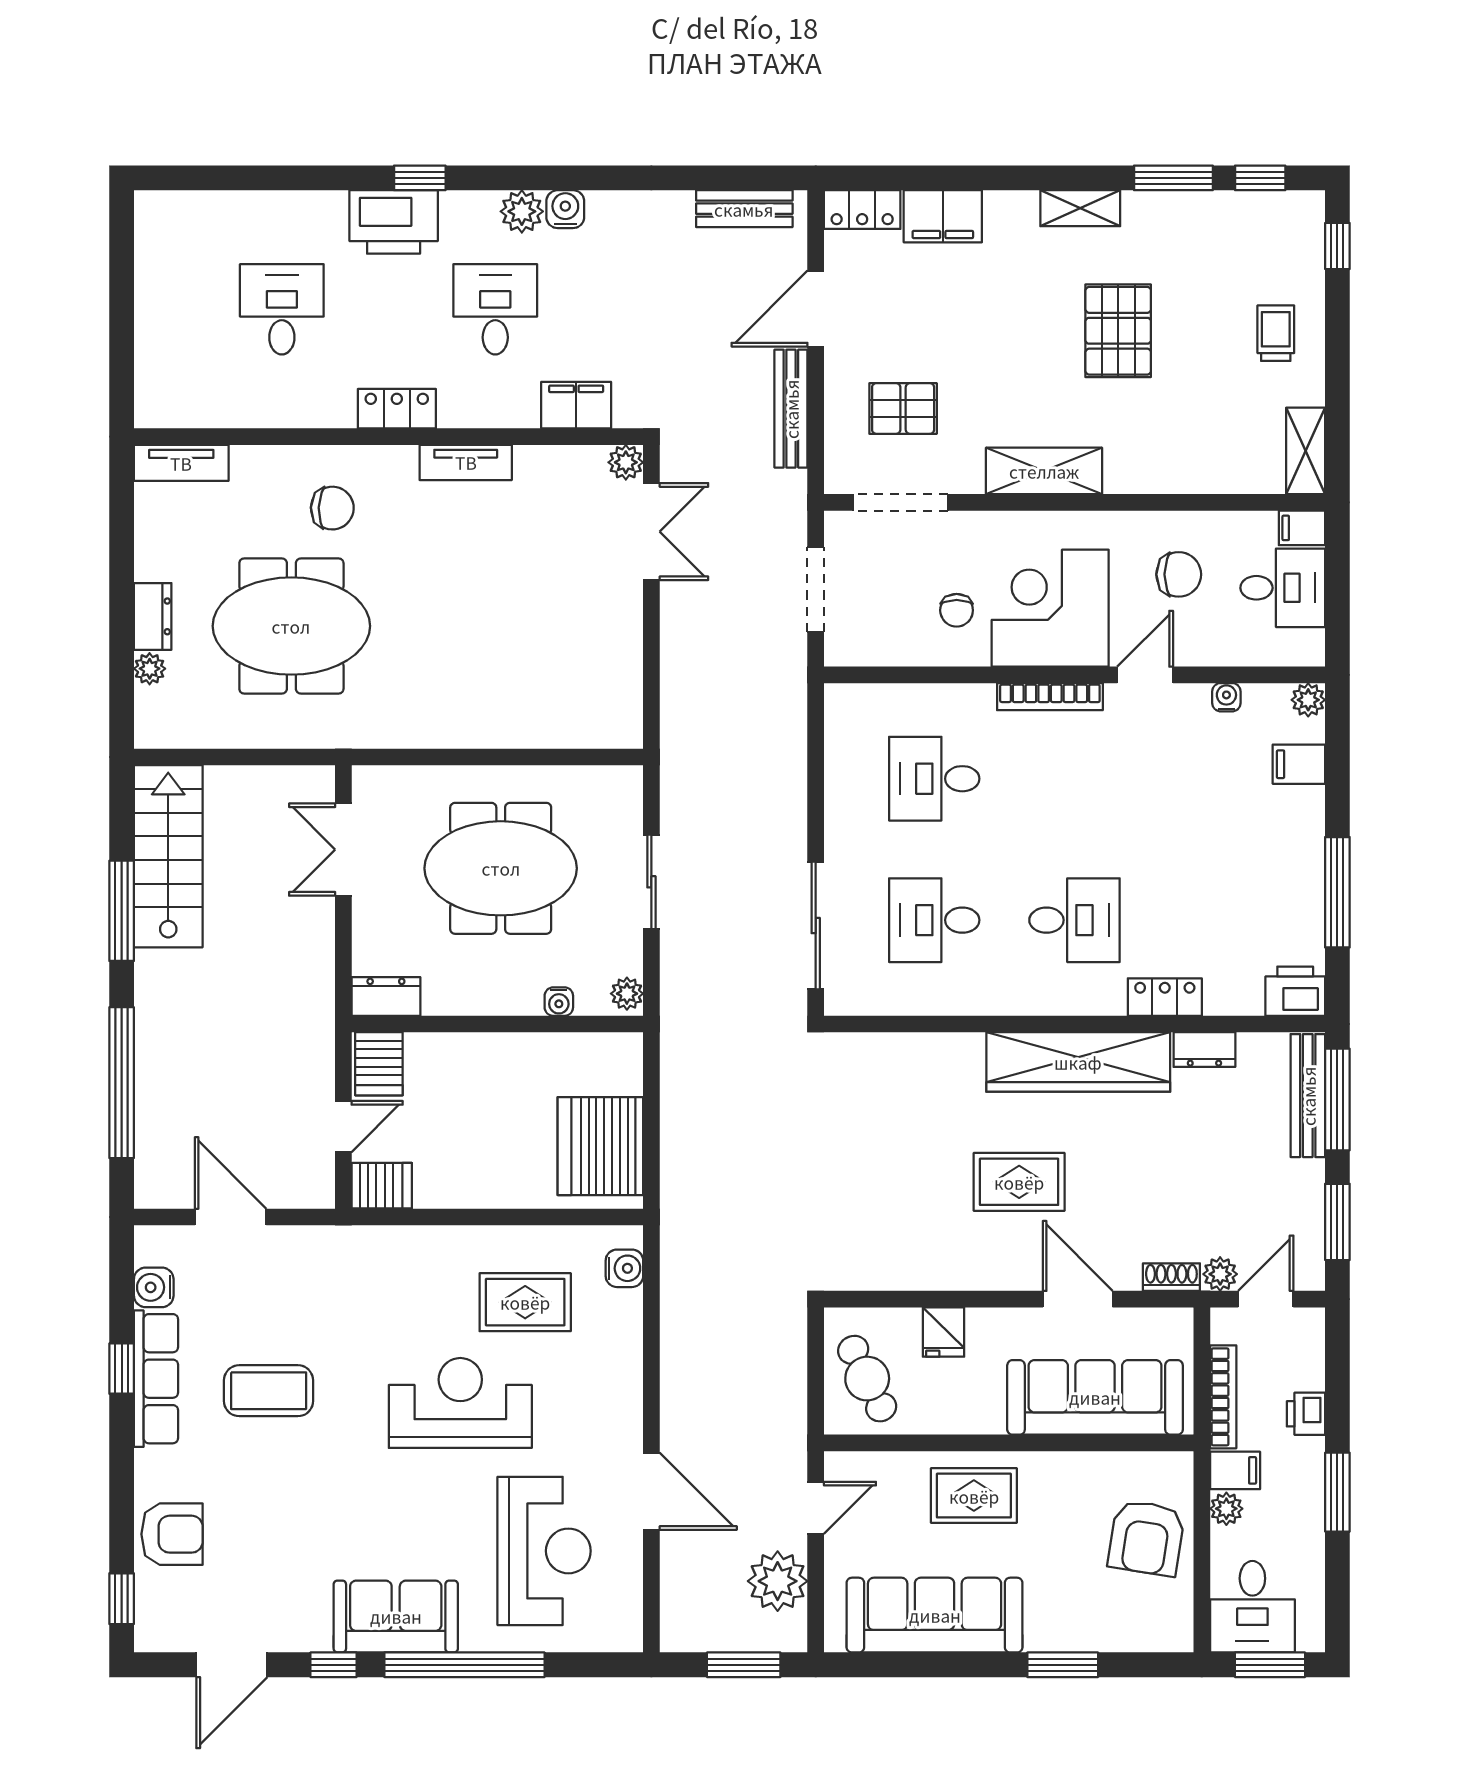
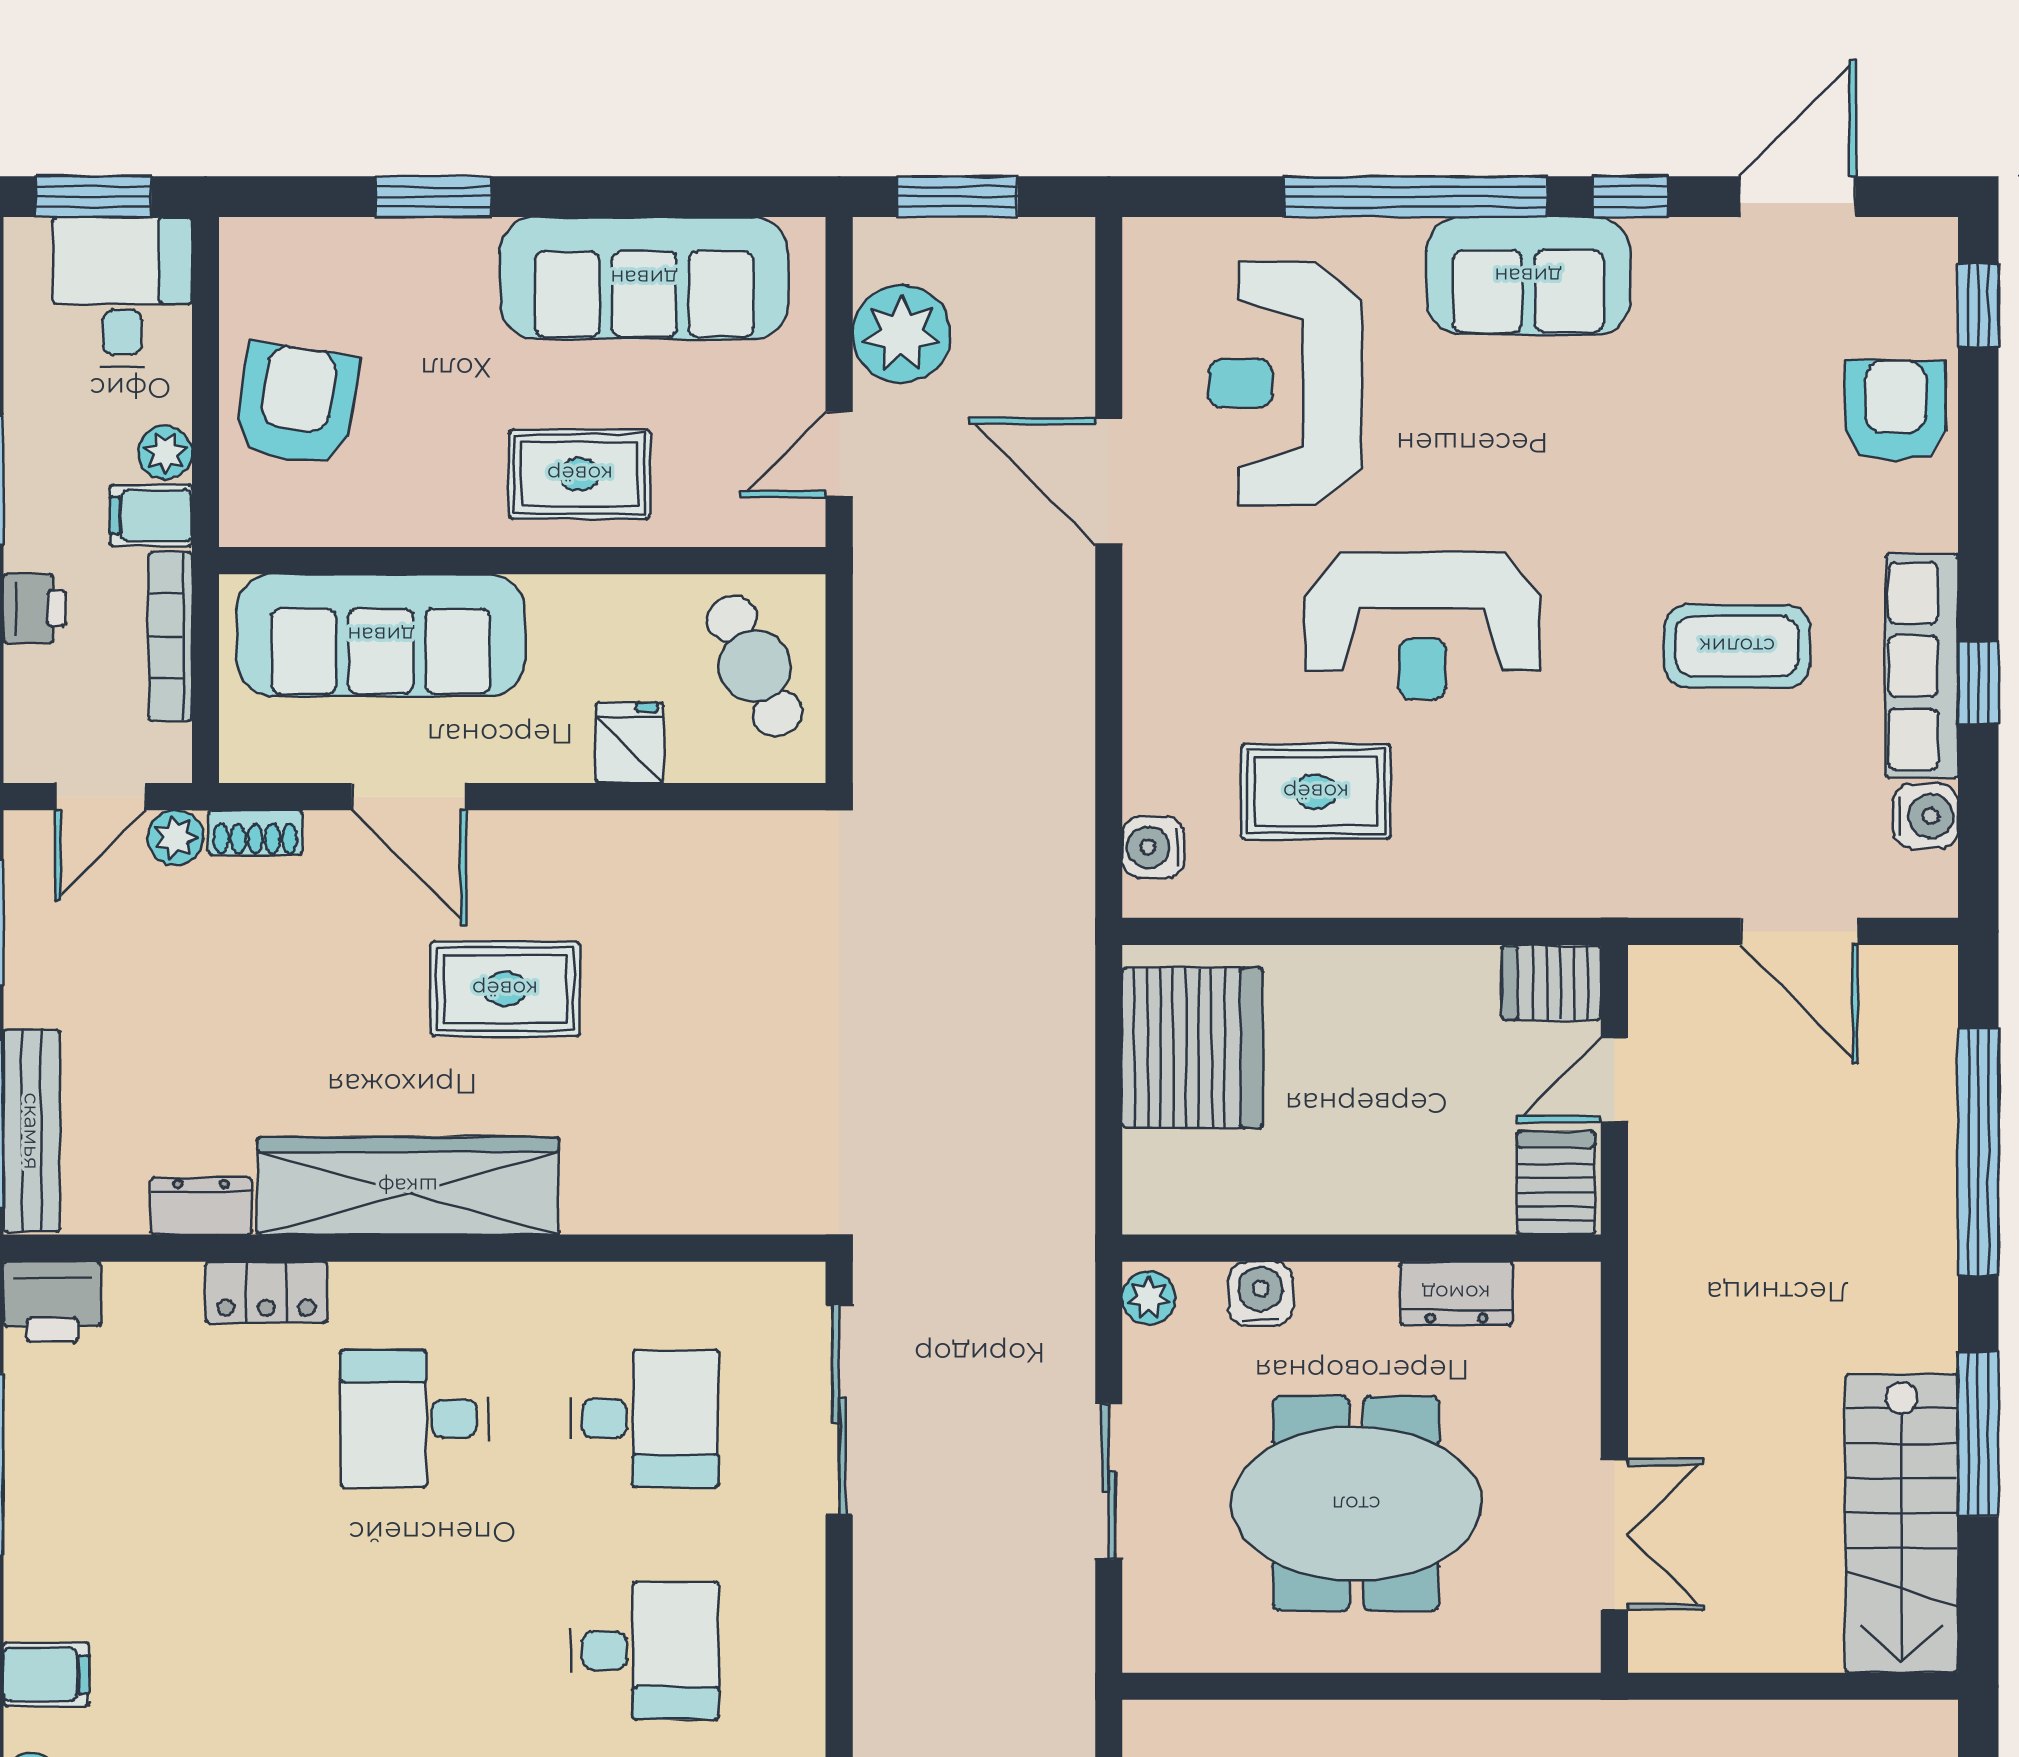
dresser: (386, 996) -> (1456, 1293), moved
water cooler: (559, 1002) -> (1261, 1294), width x1.38, depth x1.38
armchair: (172, 1534) -> (1896, 411), turned 90

